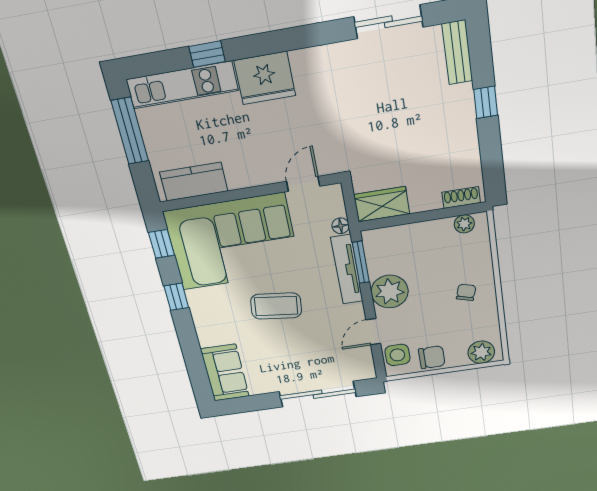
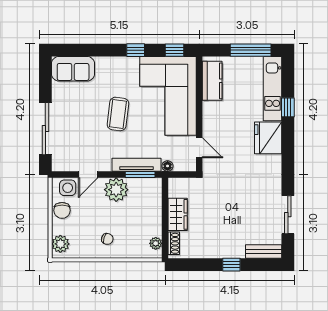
wardrobe: (382, 204) -> (178, 214), moved
door: (373, 332) -> (88, 174), swing flipped

